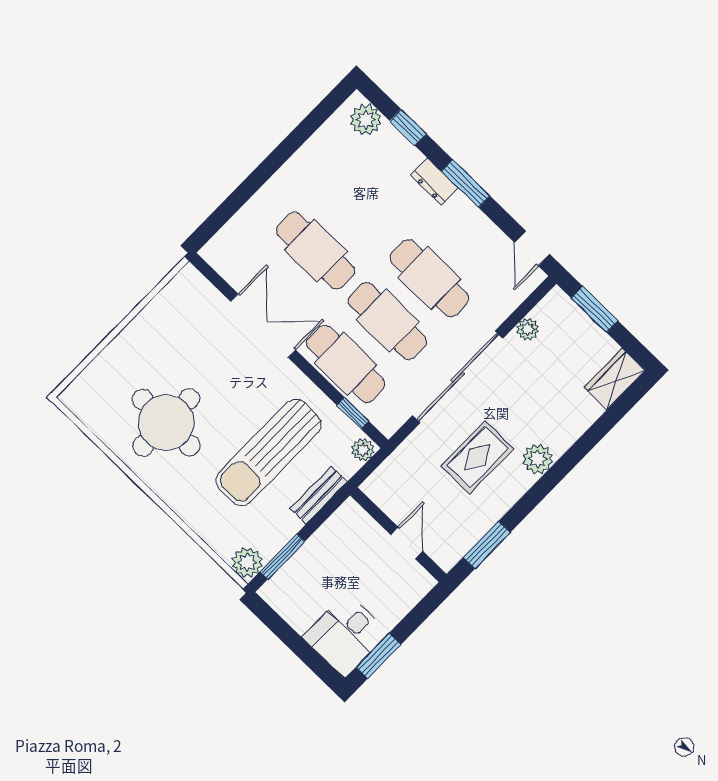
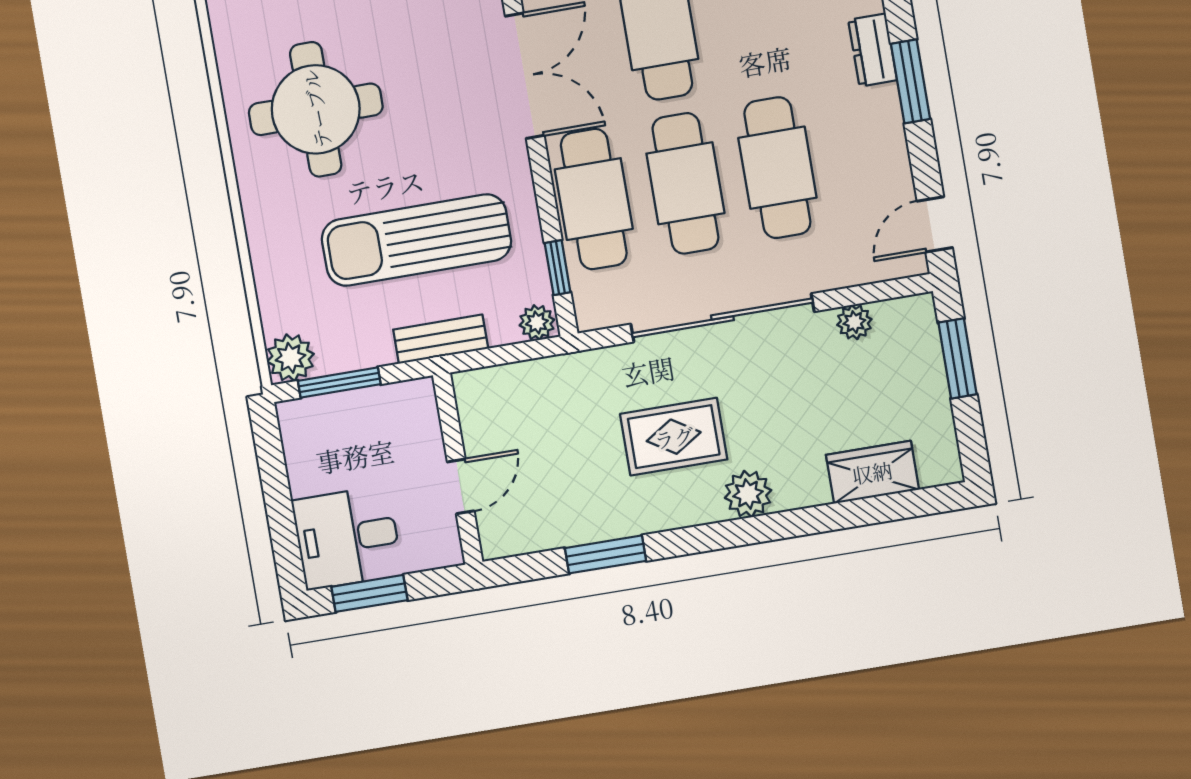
wardrobe: (615, 379) -> (872, 472), moved
wall: (398, 535) -> (458, 469), moved
door: (407, 543) -> (461, 486), moved

